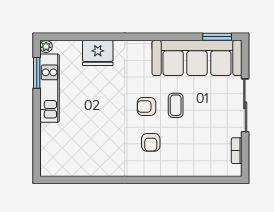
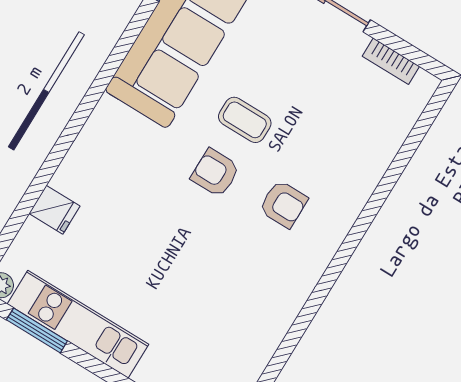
fridge: (98, 53) -> (54, 210), width x0.53, depth x0.75
armchair: (146, 106) -> (215, 173), turned 90

